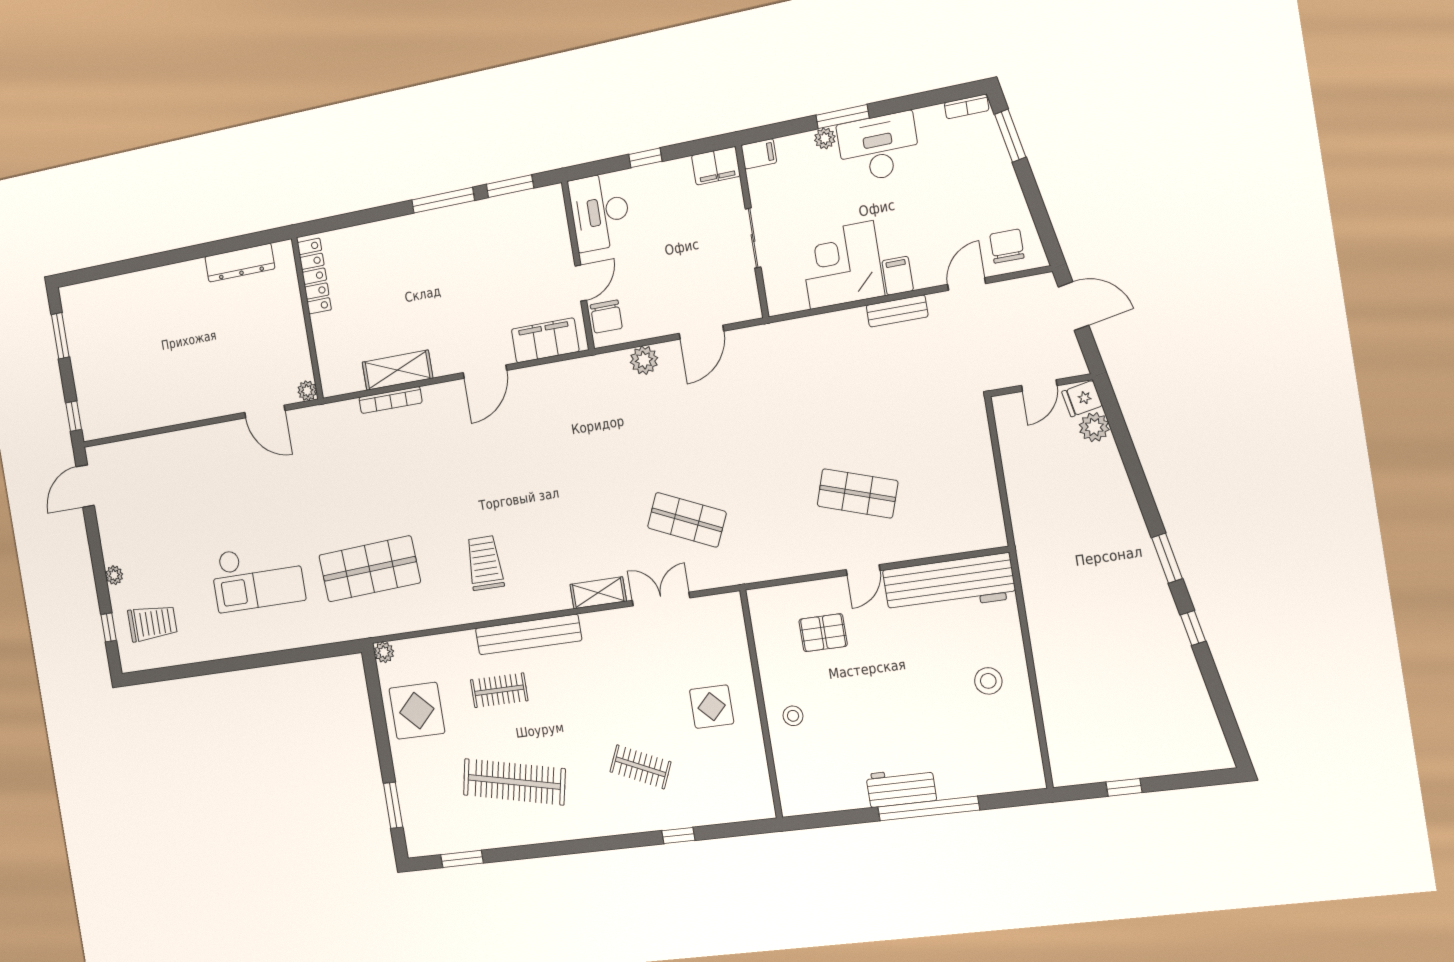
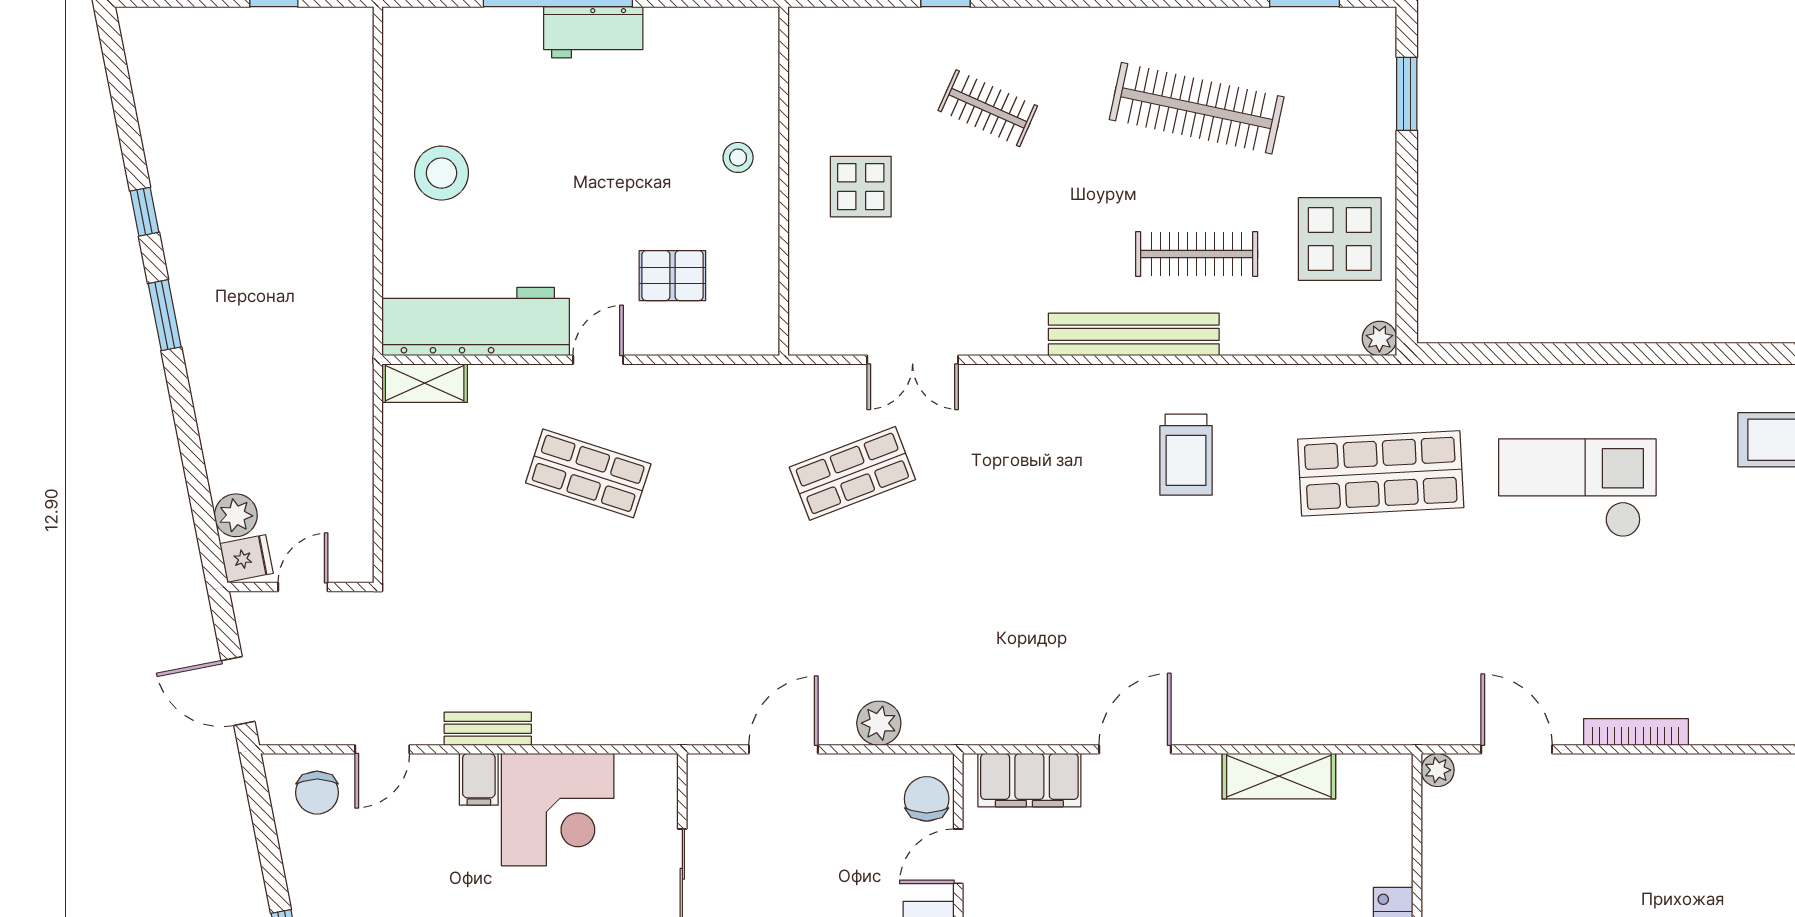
bookcase: (390, 400) -> (1636, 732), moved
shop shelf: (687, 520) -> (852, 473), turned -45
shelving: (598, 593) -> (425, 383), moved
stool: (988, 681) -> (441, 173), width x1.38, depth x1.38
clothes rail: (499, 690) -> (1197, 254), width x1.36

